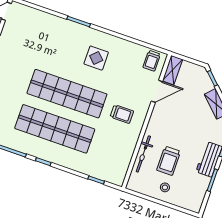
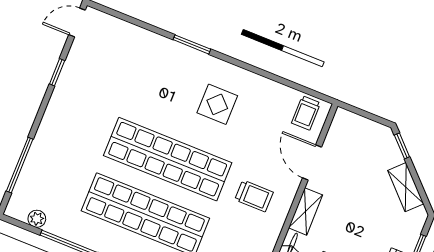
shelving: (172, 70) -> (306, 211), moved
door: (157, 91) -> (312, 162), swing flipped

